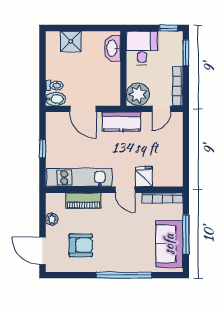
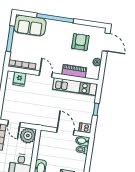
door: (161, 109) -> (14, 124), swing flipped
dishwasher: (54, 119) -> (85, 128), added
kitchen counter: (121, 122) -> (41, 119), removed
fridge: (144, 177) -> (19, 79), moved
sofa: (169, 244) -> (30, 25), moved, turned 90
armchair: (81, 245) -> (80, 42), turned 90

